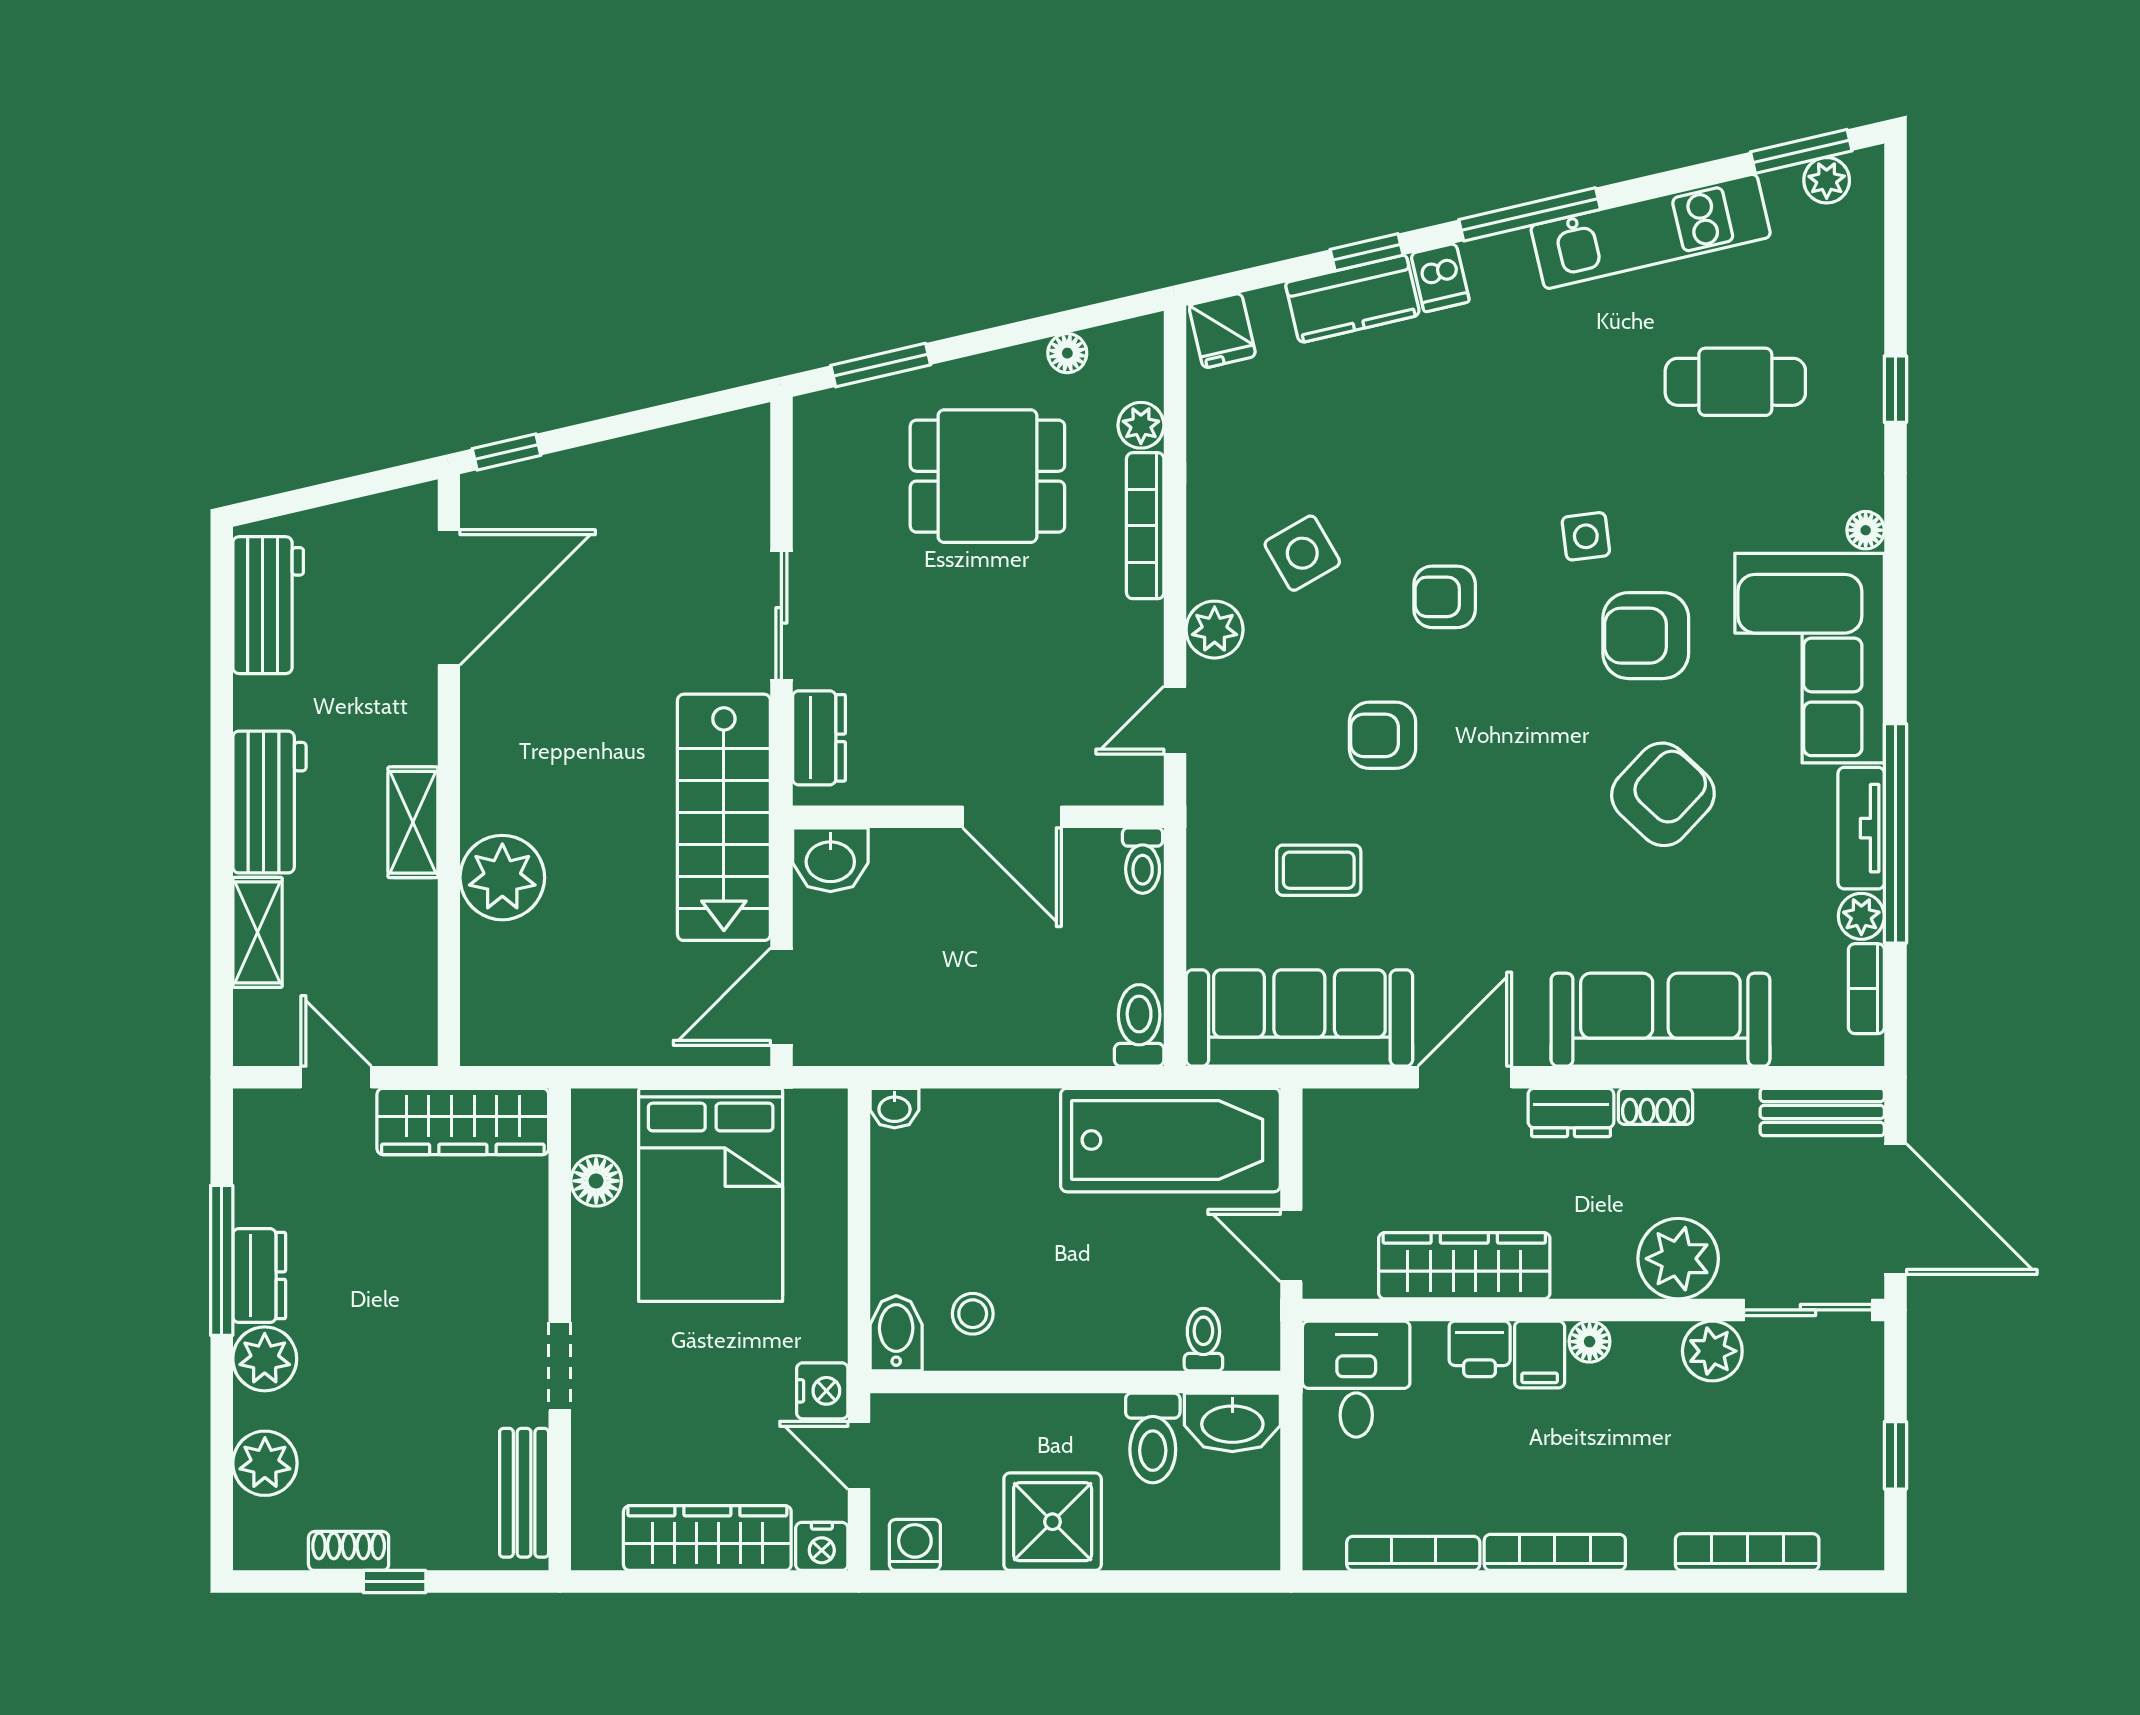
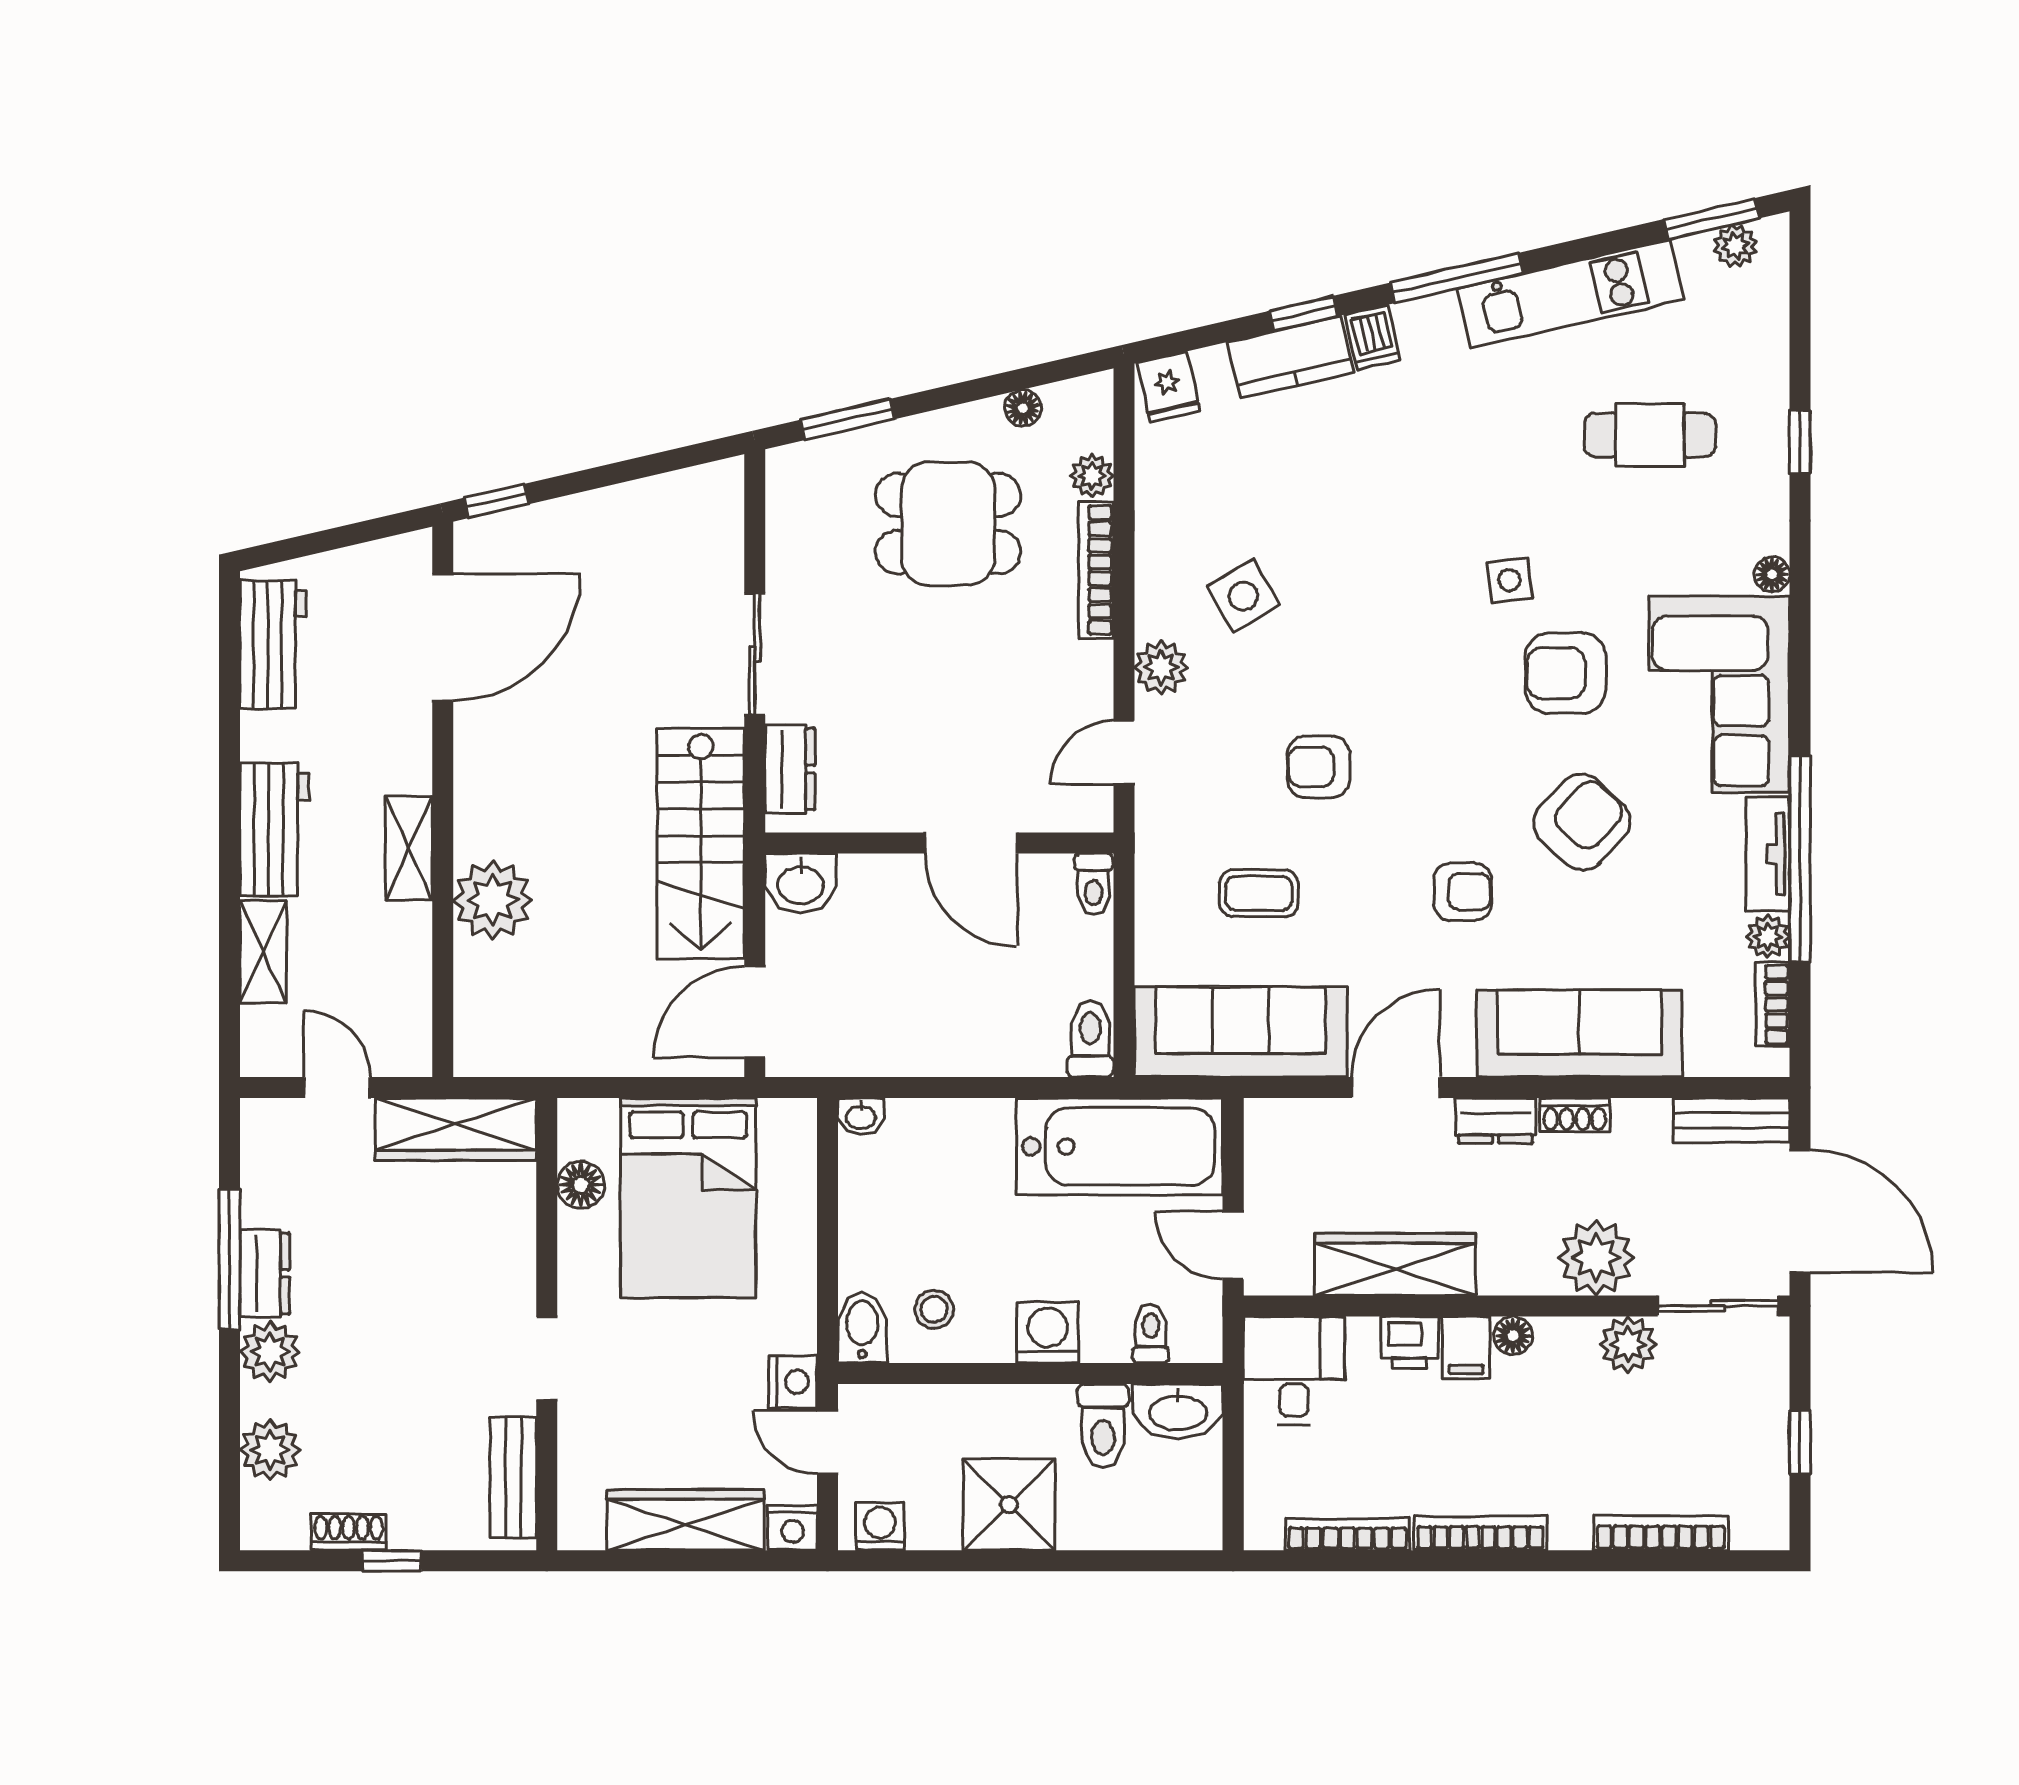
armchair: (1445, 597) -> (1462, 892), moved, turned 180
washing machine: (1094, 1338) -> (1048, 1332), added

